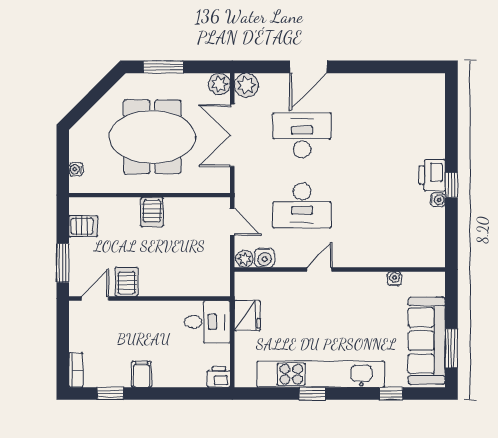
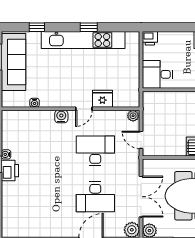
water cooler: (265, 258) -> (61, 117), moved
fridge: (247, 315) -> (102, 99), moved, turned 90

